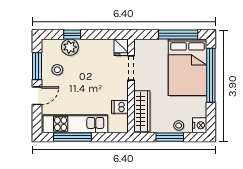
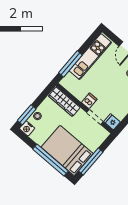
dishwasher: (120, 107) -> (89, 101), moved
window: (72, 137) -> (71, 64), moved
window: (170, 137) -> (27, 115), moved

